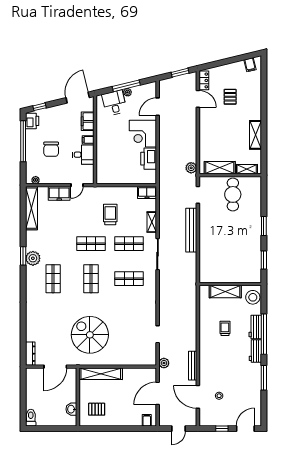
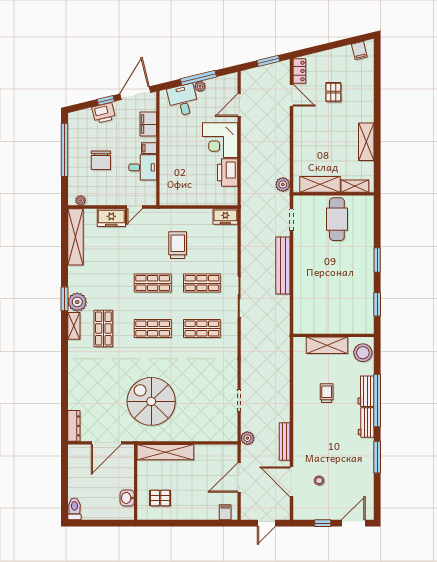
window: (39, 107) -> (106, 100), moved
printer: (32, 121) -> (104, 113), moved, turned 76
shelving: (152, 222) -> (74, 326), moved
shop shelf: (91, 279) -> (153, 328), turned 90

